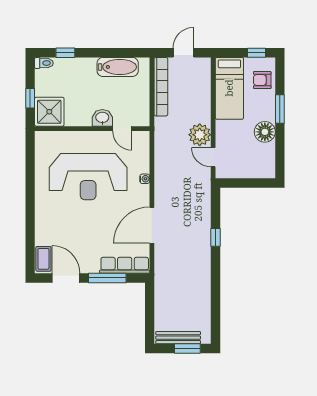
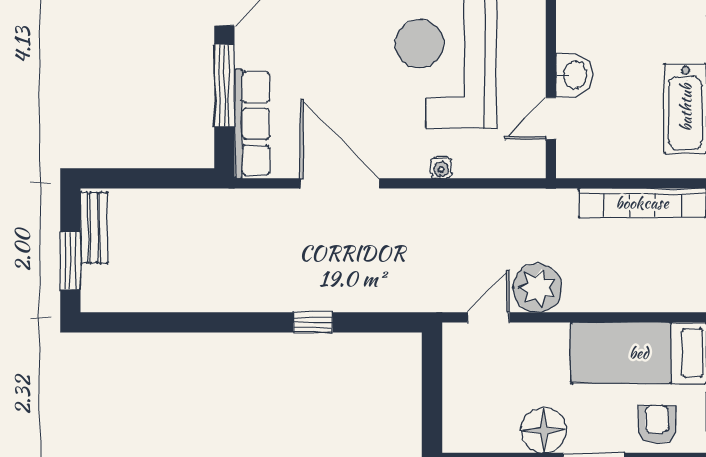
bench: (178, 338) -> (94, 228), width x0.73

